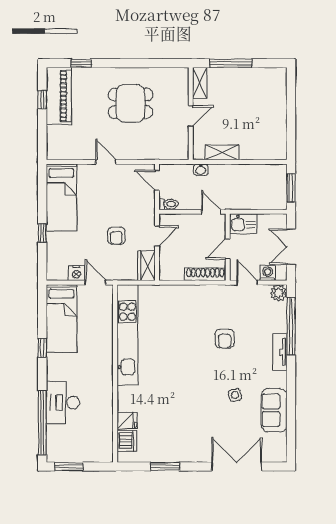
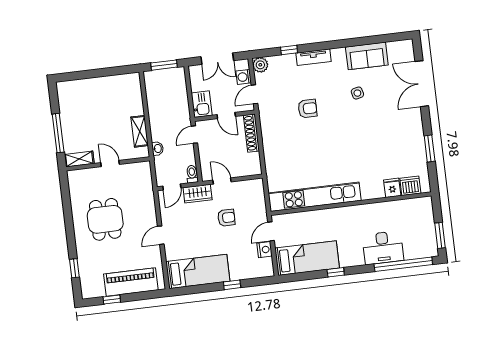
piano: (59, 96) -> (131, 282), moved
wardrobe: (146, 266) -> (198, 194), moved
window: (291, 326) -> (289, 50), width x0.32

